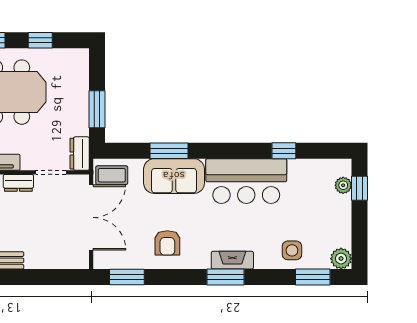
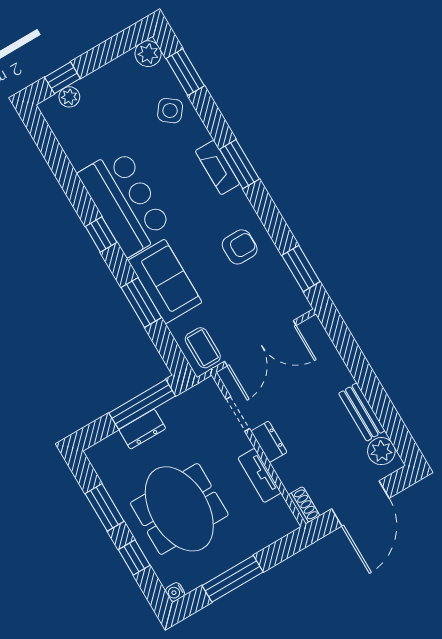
window: (40, 40) -> (105, 507), width x1.50
window: (97, 109) -> (142, 404), width x1.44
window: (284, 151) -> (101, 234), moved
dresser: (80, 154) -> (142, 429), moved
double door: (91, 217) -> (260, 343), swing flipped
side table: (292, 250) -> (170, 111), turned 38

